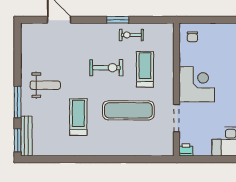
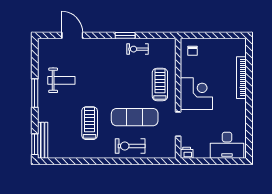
exercise bike: (106, 68) -> (130, 146), moved, turned 180
treadmill: (145, 69) -> (160, 84), moved
weight bench: (45, 85) -> (61, 80), moved
window: (18, 102) -> (35, 93), moved

